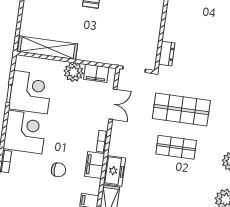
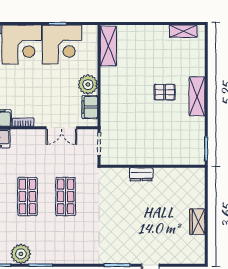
shelving: (48, 48) -> (108, 46), width x0.68
dresser: (167, 54) -> (141, 174), moved
shop shelf: (181, 110) -> (66, 197), width x0.70, depth x0.74

